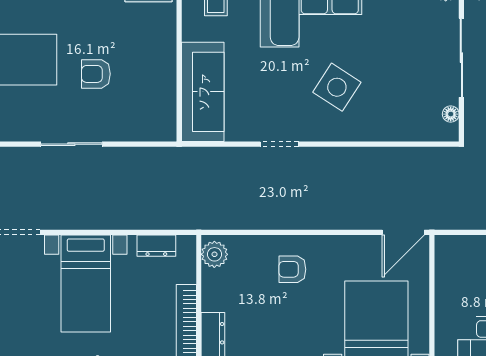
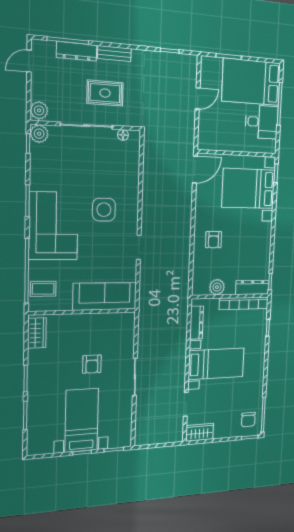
side table: (337, 87) -> (104, 210), turned -33
door: (403, 232) -> (195, 170), hinge flipped
dresser: (156, 246) -> (197, 323), width x1.44
plant: (214, 254) -> (217, 287), moved

